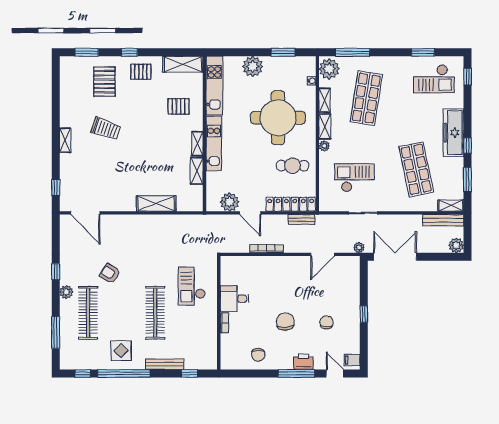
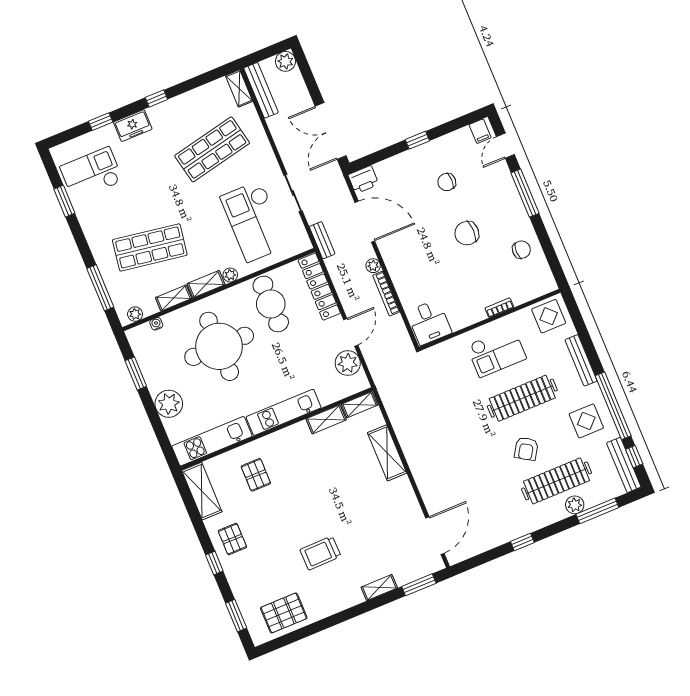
plant: (329, 69) -> (135, 314), width x0.53, depth x0.53
window: (468, 77) -> (101, 122), moved
checkout: (434, 79) -> (91, 174), turned -90
pallet: (104, 82) -> (284, 613), moved
trolley: (106, 129) -> (320, 553), turned -110
freezer: (453, 133) -> (133, 126), width x0.52, depth x0.79
shelving: (65, 140) -> (379, 587), moved
shelving: (197, 144) -> (359, 405), moved
cafe table: (293, 166) -> (271, 304), width x1.37, depth x1.35
checkout: (355, 178) -> (254, 221), width x1.36, depth x1.21
window: (468, 180) -> (198, 81), removed
window: (56, 188) -> (419, 585), width x1.50
bench: (301, 220) -> (322, 240), moved
plant: (359, 248) -> (373, 266), moved
door: (323, 254) -> (365, 222), width x1.36
armchair: (110, 274) -> (526, 449), moved
checkout: (192, 286) -> (496, 352), moved
plant: (66, 292) -> (575, 505), moved
desk: (234, 299) -> (429, 322), moved
display table: (204, 355) -> (549, 316), added
printer: (303, 362) -> (363, 180), moved, turned -90
bench: (80, 364) -> (624, 465), added
window: (189, 373) -> (580, 325), removed

